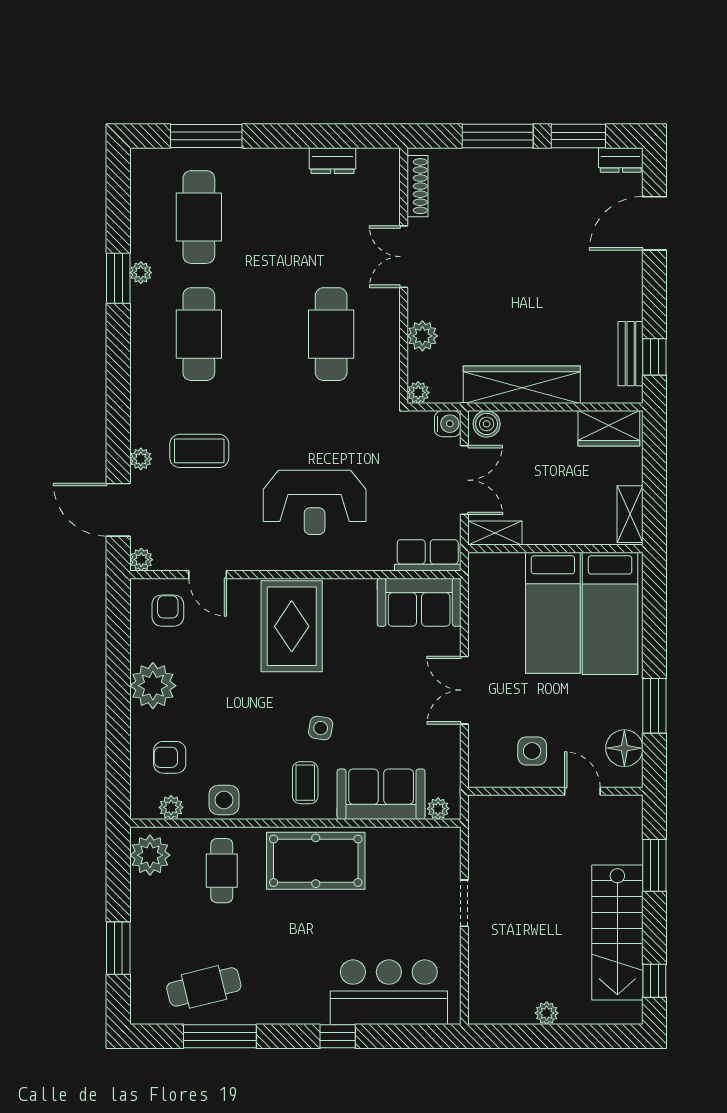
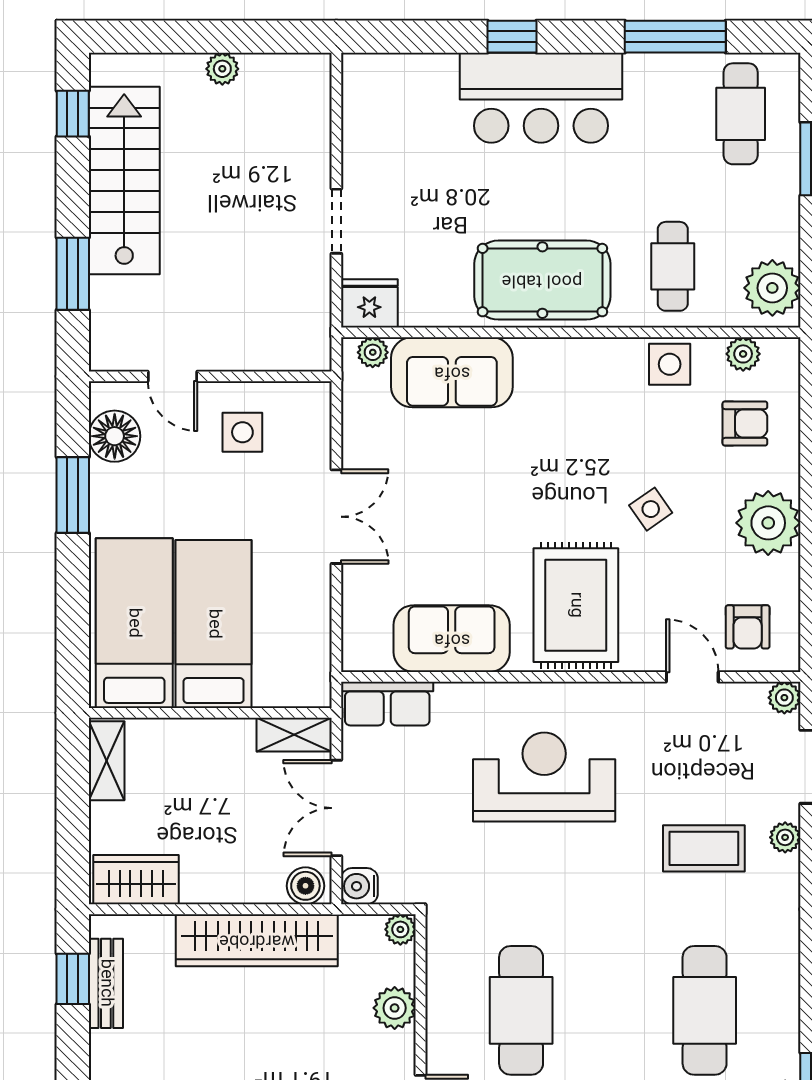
sofa: (419, 602) -> (452, 639), moved
side table: (321, 728) -> (651, 509), moved, turned 45
coffee table: (305, 783) -> (557, 388), removed
fridge: (441, 844) -> (369, 303), added
cafe table: (204, 987) -> (741, 114), moved, turned -76
bar counter: (389, 992) -> (541, 98), moved

